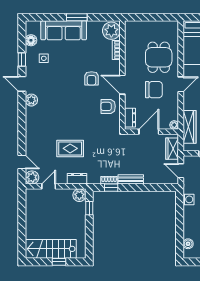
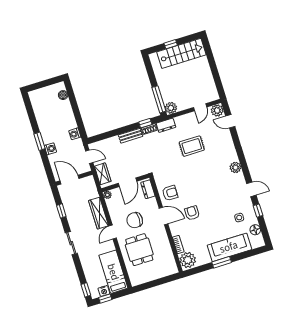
plant: (31, 100) -> (235, 167), moved
wardrobe: (189, 127) -> (99, 213), moved
dresser: (77, 179) -> (166, 125), moved
window: (89, 208) -> (159, 99), width x2.17

